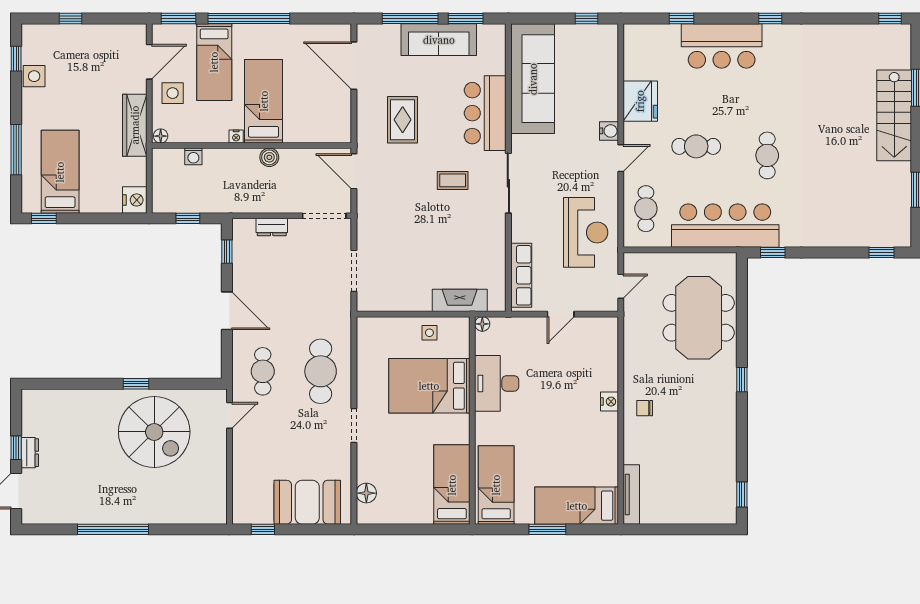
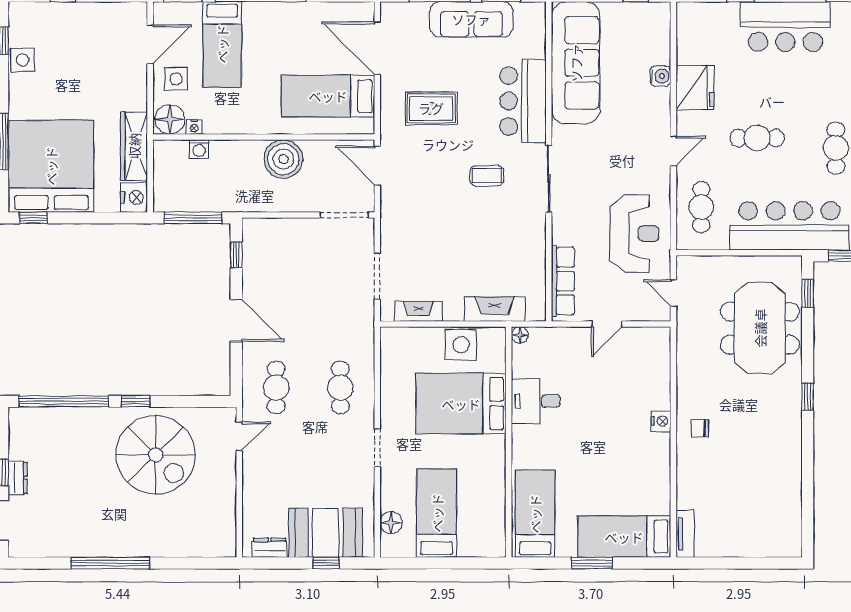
bed: (264, 101) -> (328, 96), moved, turned -90
rug: (403, 120) -> (431, 108), turned 90
wardrobe: (135, 125) -> (134, 146), moved
water cooler: (609, 131) -> (660, 76), moved
floor lamp: (161, 136) -> (170, 119), width x1.89, depth x1.89
nightstand: (236, 137) -> (194, 127), moved
boiler: (269, 157) -> (283, 159), width x1.86, depth x1.86
bed: (60, 172) -> (51, 166), width x2.04
window: (188, 218) -> (193, 218), width x2.17
dresser: (272, 227) -> (270, 548), moved, turned 180
door: (621, 286) -> (673, 293), swing flipped
fireplace: (391, 303) -> (419, 311), added
side table: (429, 333) -> (461, 345), width x1.87, depth x1.87
cafe table: (321, 371) -> (340, 388), width x0.73, depth x0.74
desk: (497, 383) -> (536, 401), width x0.73
window: (71, 384) -> (64, 401), added
bed: (452, 485) -> (437, 513), moved
tv unit: (631, 495) -> (685, 534), width x0.71
window: (742, 495) -> (808, 294), moved
window: (263, 529) -> (326, 563), moved

